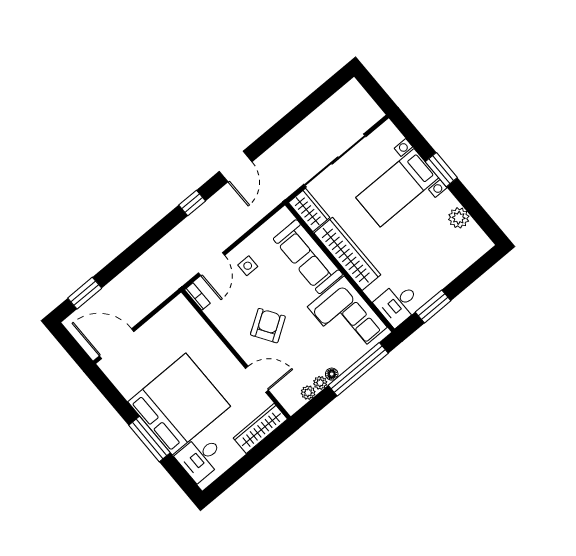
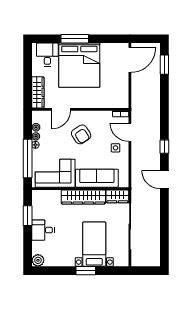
plant: (459, 218) -> (38, 260), moved
desk: (398, 304) -> (43, 230), moved, turned -90

